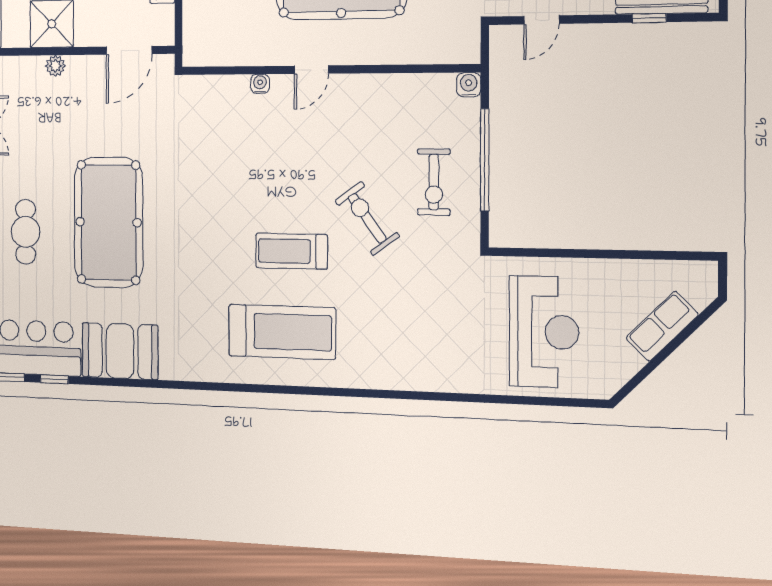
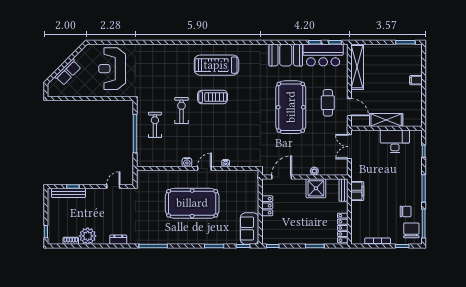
water cooler: (469, 85) -> (187, 162), moved
exercise bike: (367, 218) -> (182, 110), turned -144

